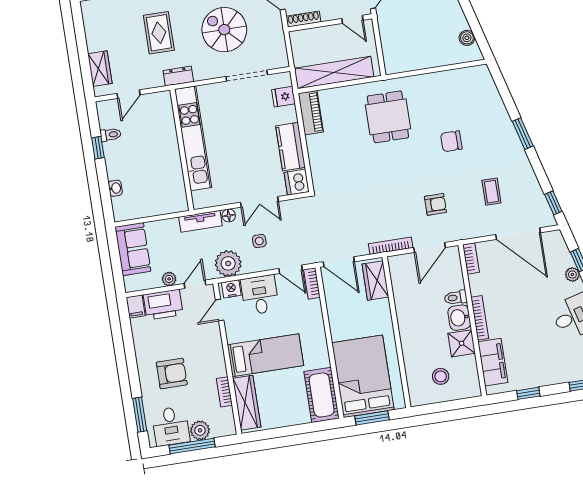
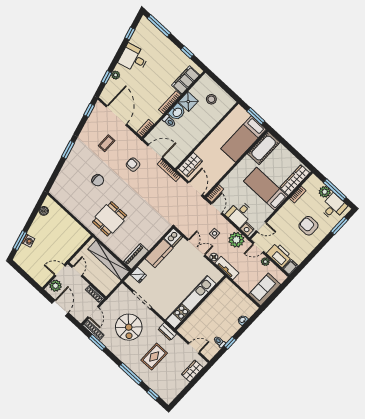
bed: (363, 376) -> (243, 139), width x0.67

